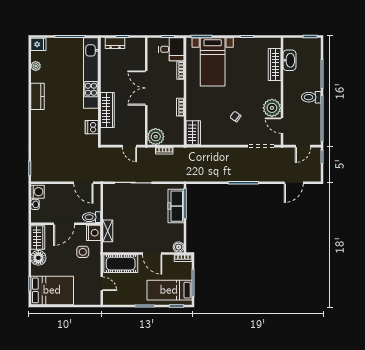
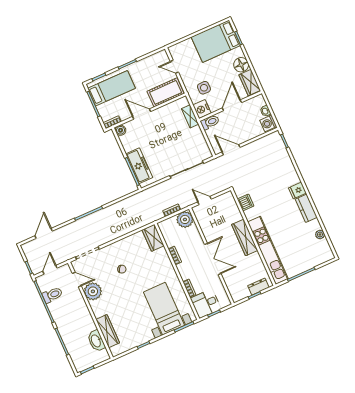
fridge: (38, 44) -> (297, 190), moved
toilet: (311, 97) -> (52, 295), moved
wardrobe: (107, 110) -> (245, 237), moved

